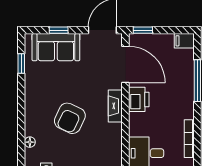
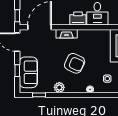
plant: (33, 95) -> (59, 87), added
printer: (139, 99) -> (78, 19), moved

